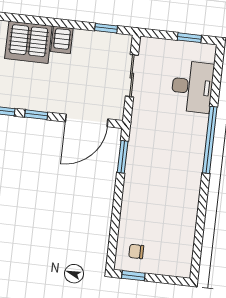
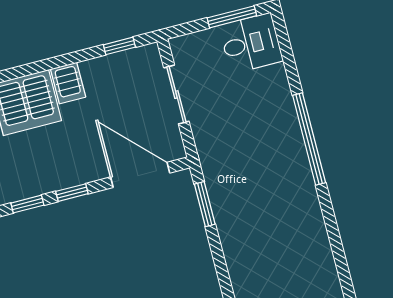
window: (189, 38) -> (232, 17), width x1.50
desk: (192, 87) -> (251, 43), moved, width x0.73
door: (87, 120) -> (140, 175), swing flipped

